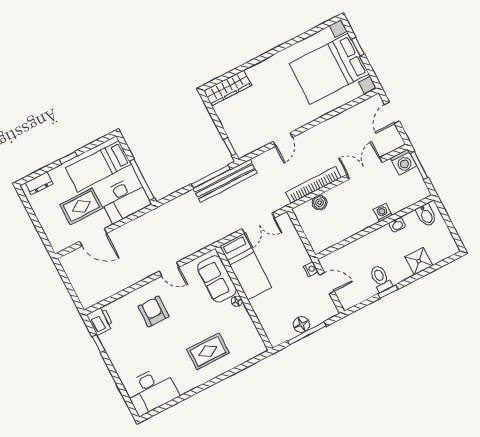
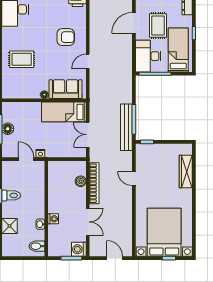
wardrobe: (228, 88) -> (186, 171), moved
door: (327, 283) -> (26, 159), swing flipped
rug: (208, 351) -> (22, 59), turned 90

